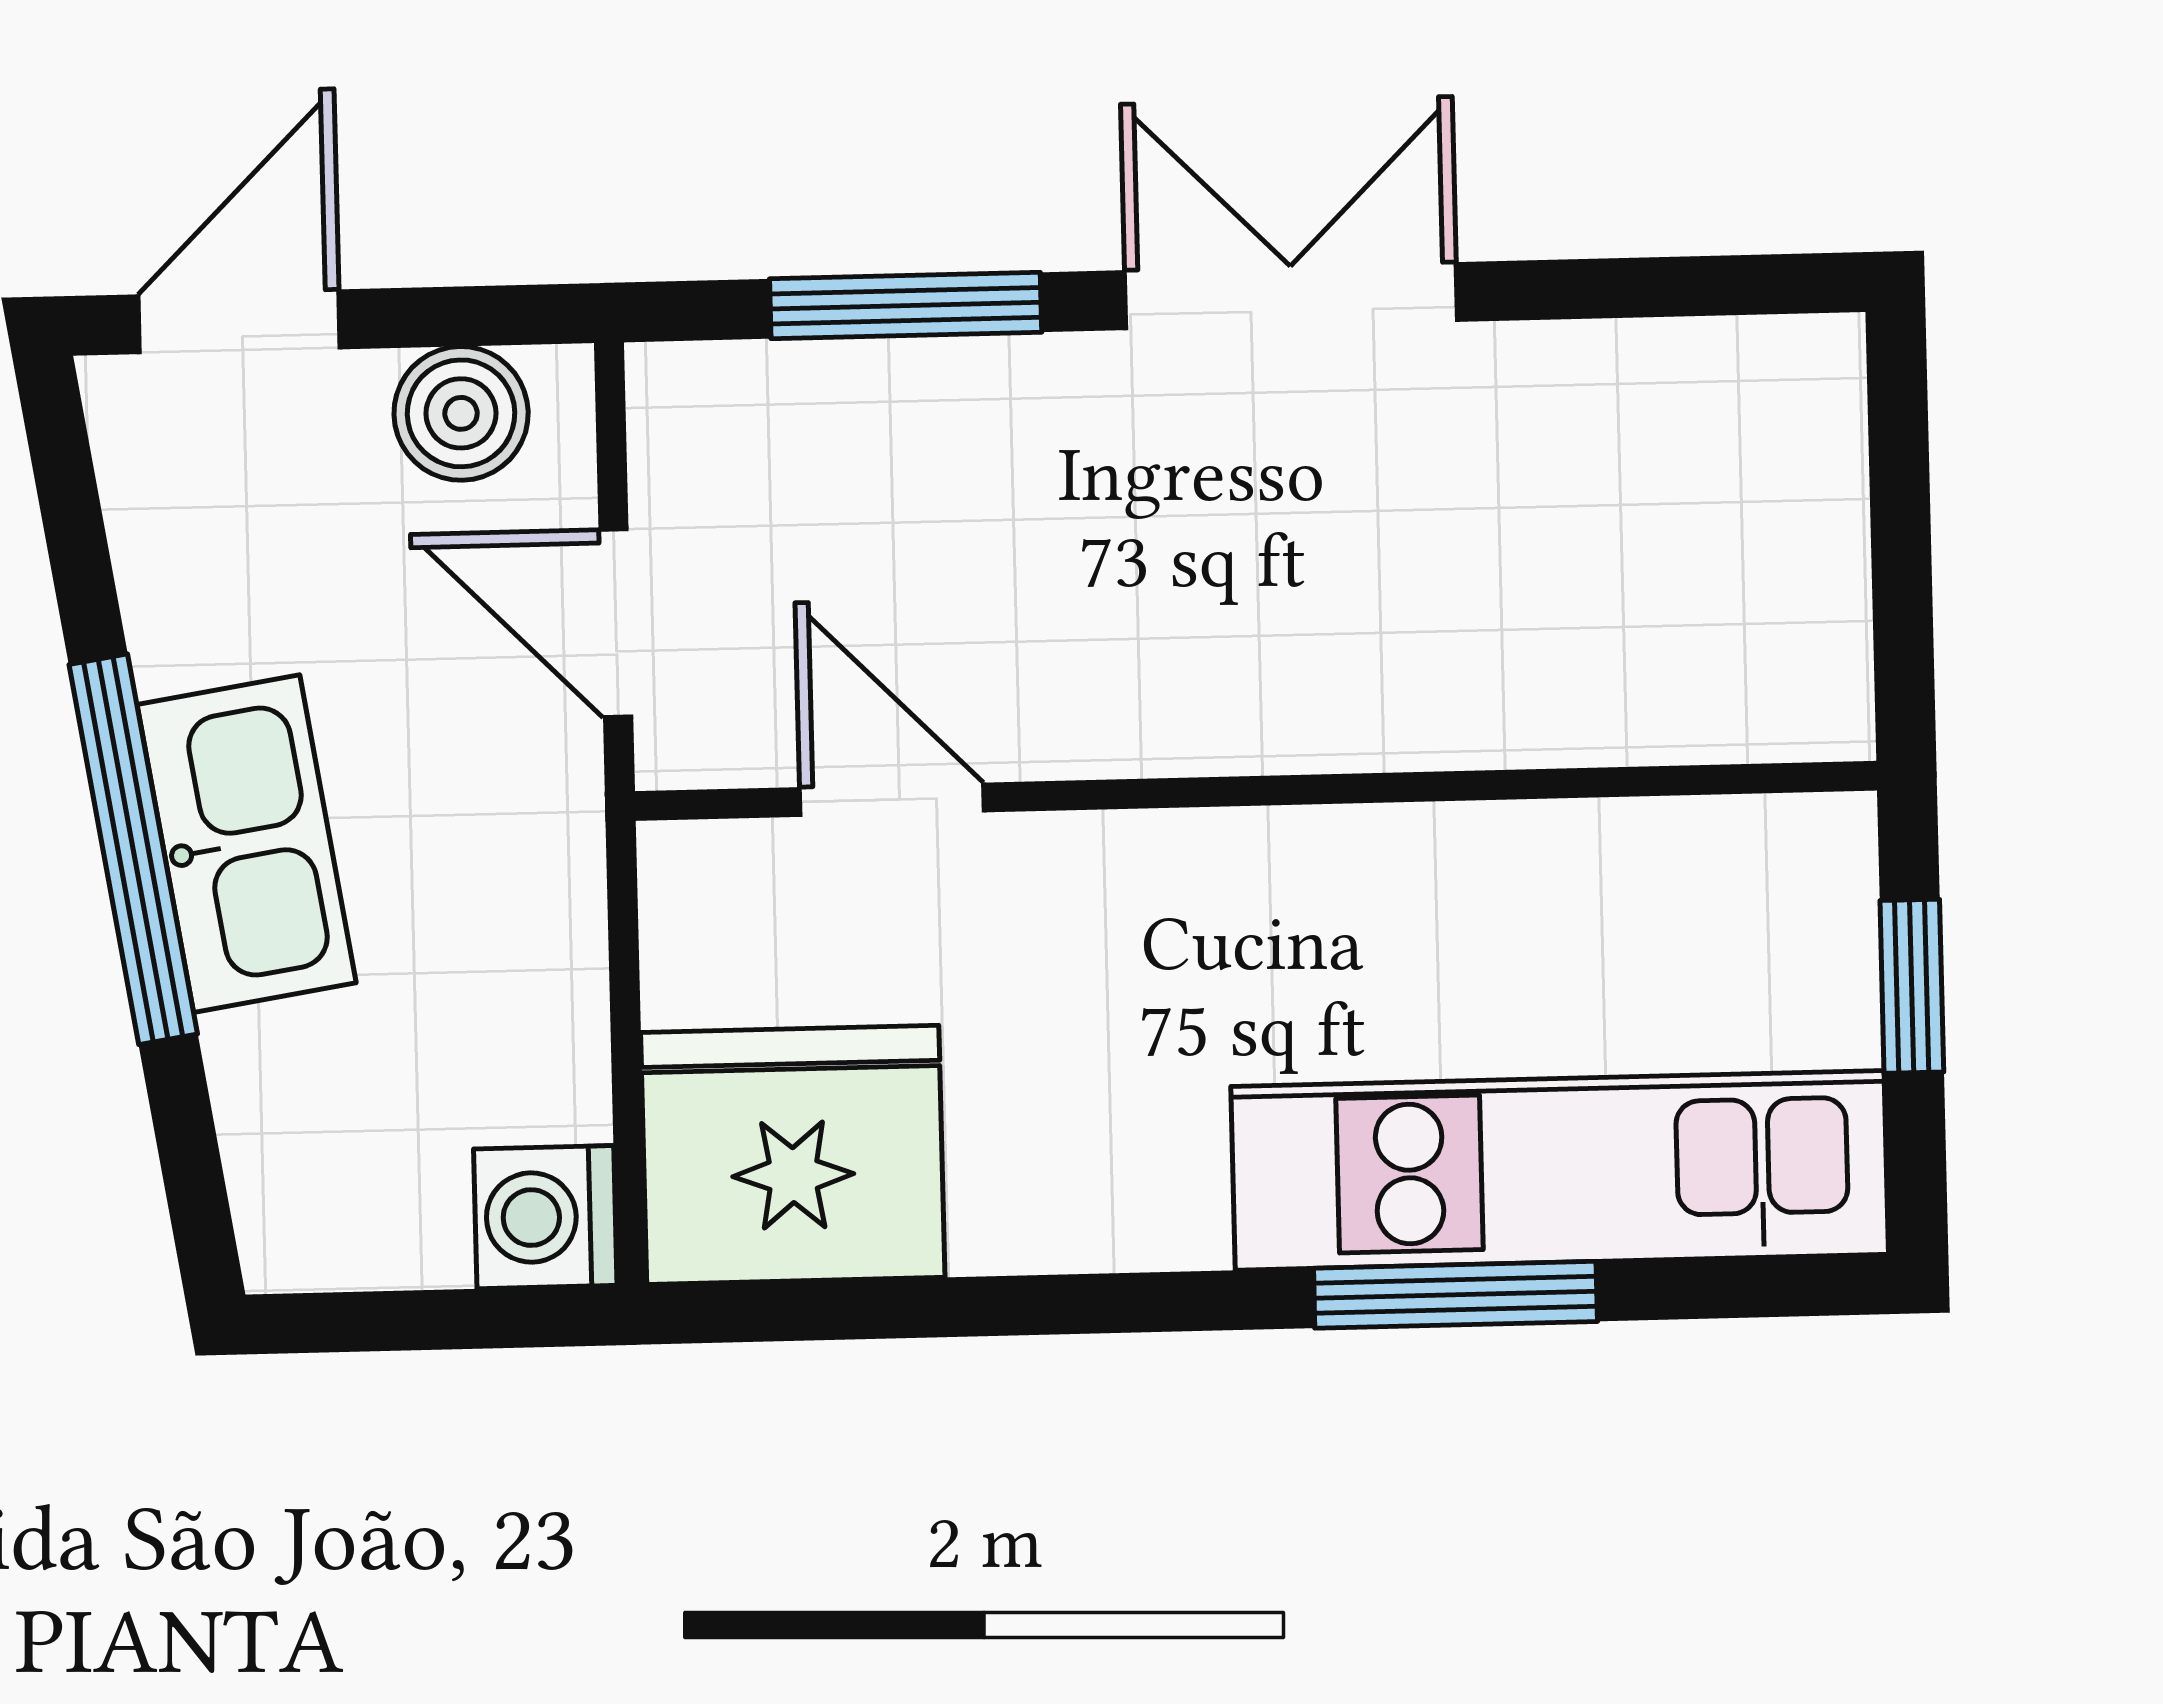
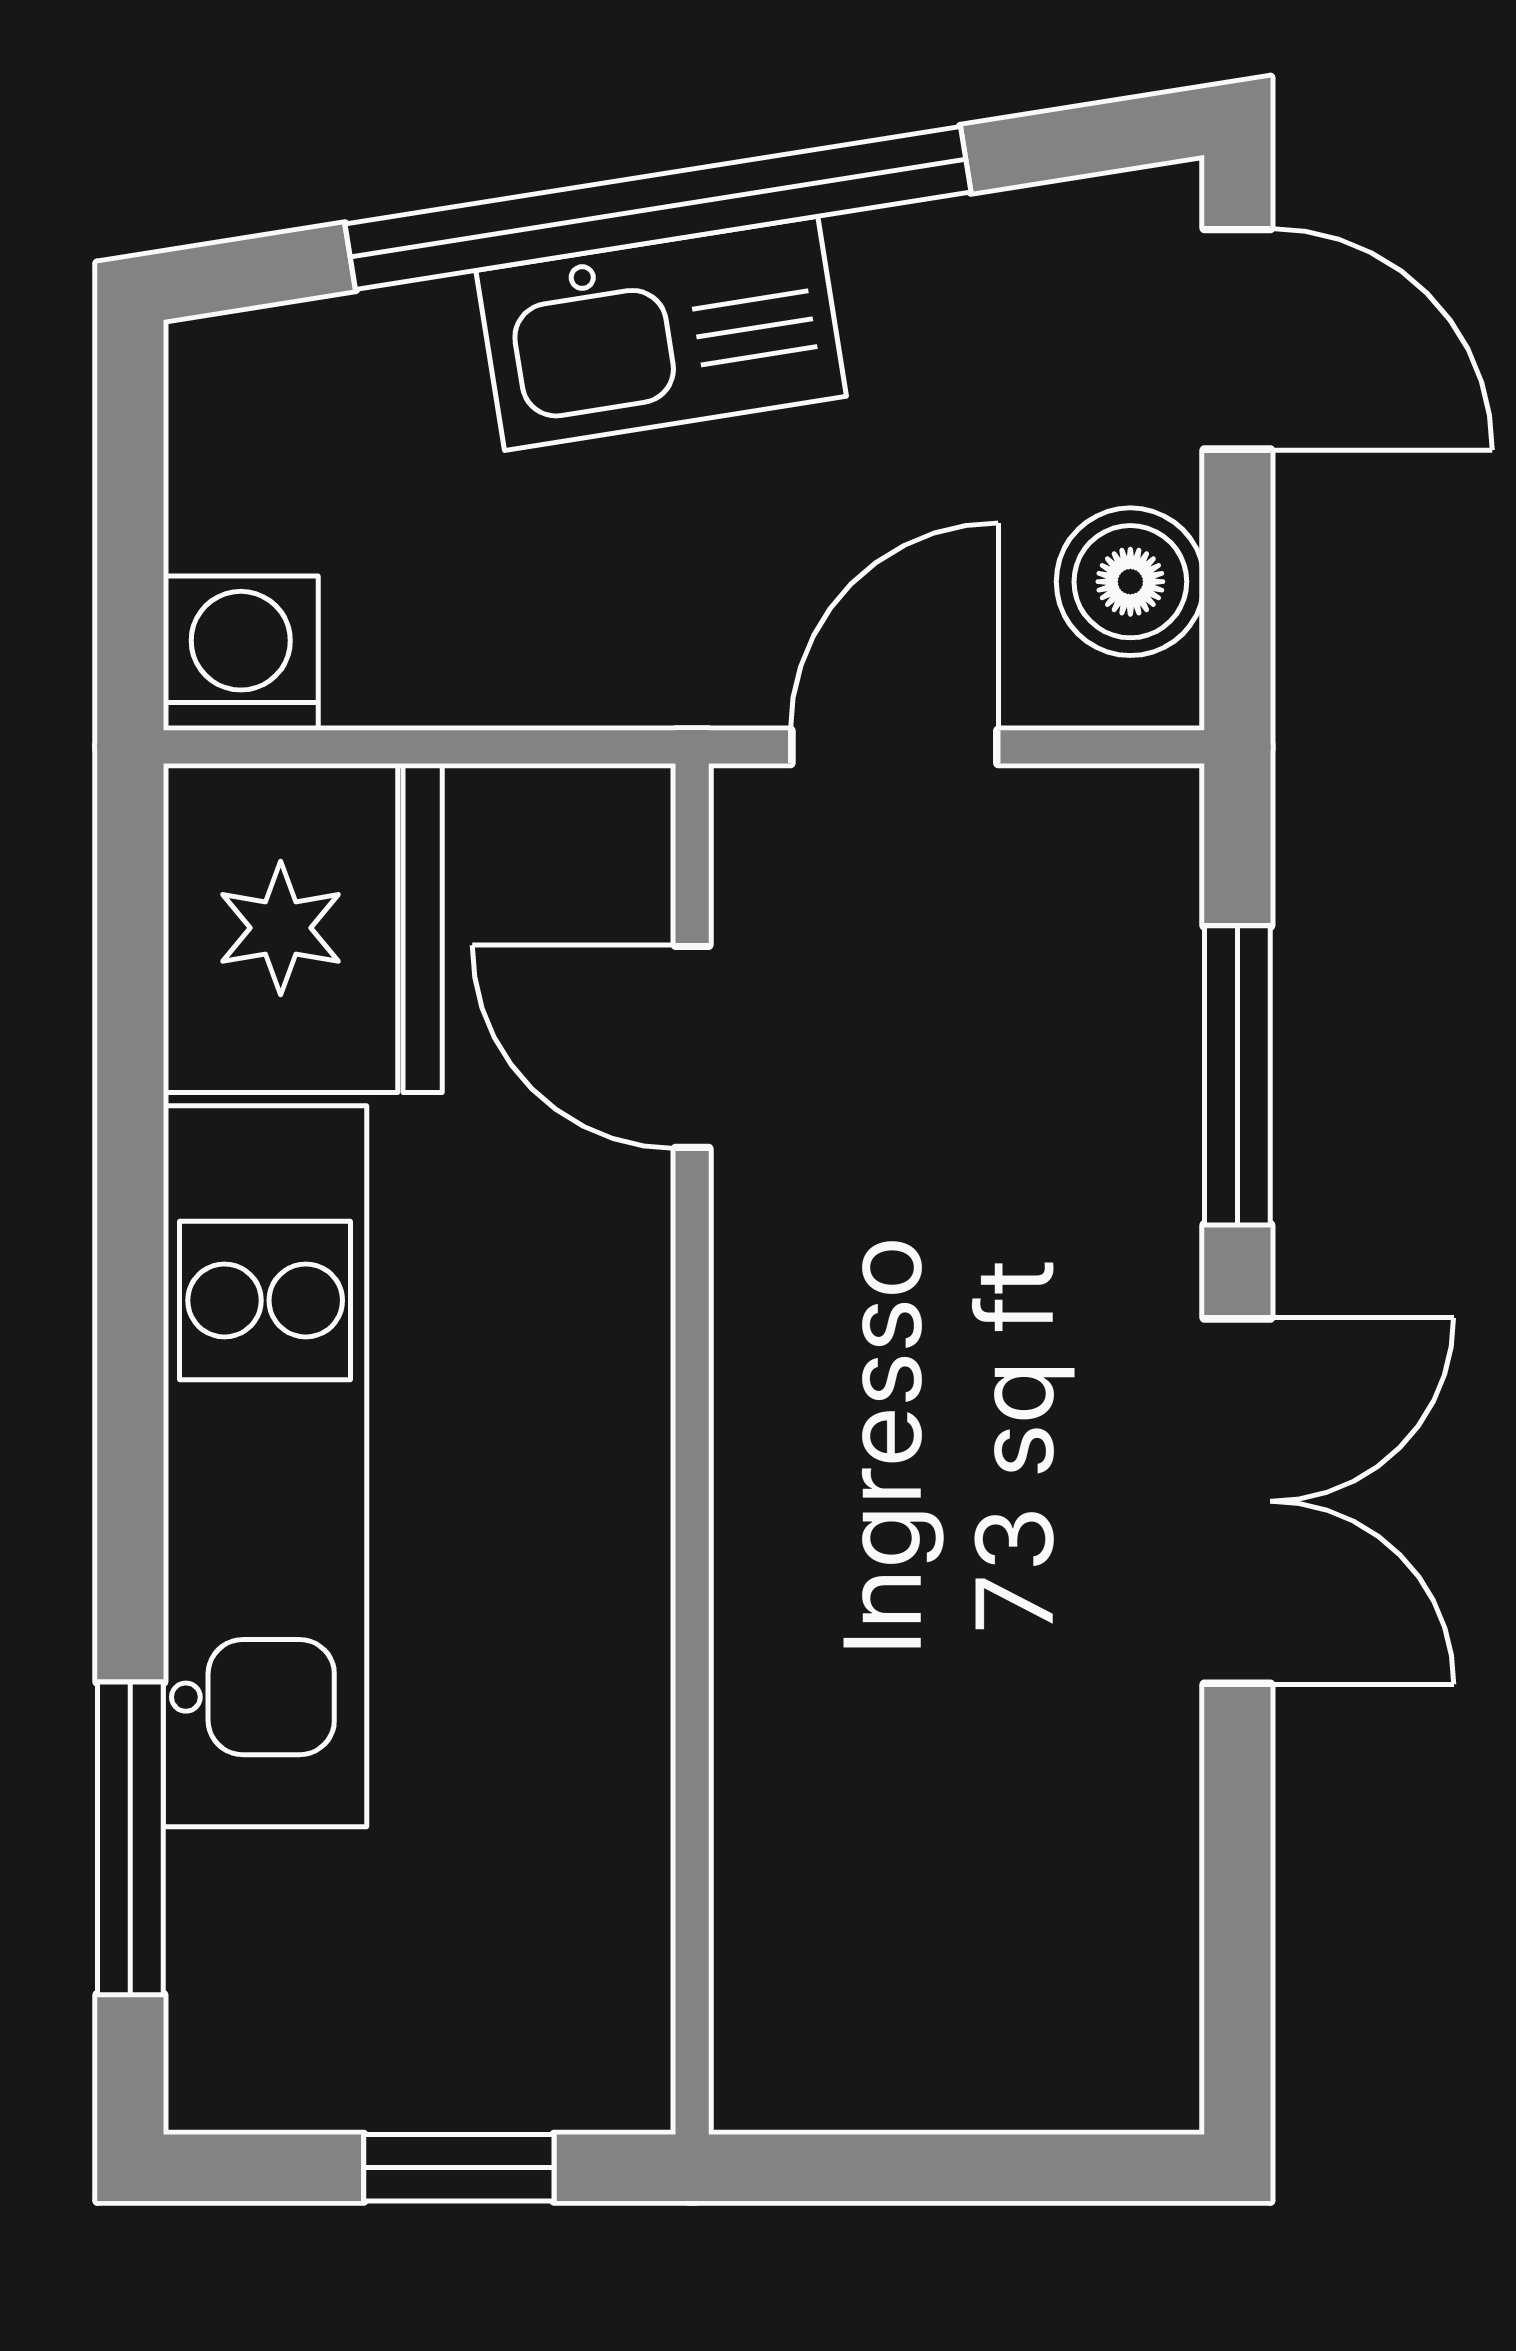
door: (892, 800) -> (692, 1047), swing flipped
window: (133, 849) -> (658, 208), width x1.46
kitchen unit: (1560, 1170) -> (265, 1466), moved
window: (1455, 1295) -> (130, 1838), moved

